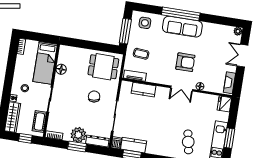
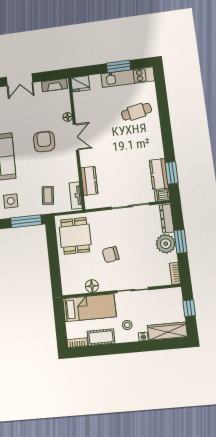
chair: (94, 97) -> (111, 254), moved
cot: (39, 122) -> (101, 337), moved

